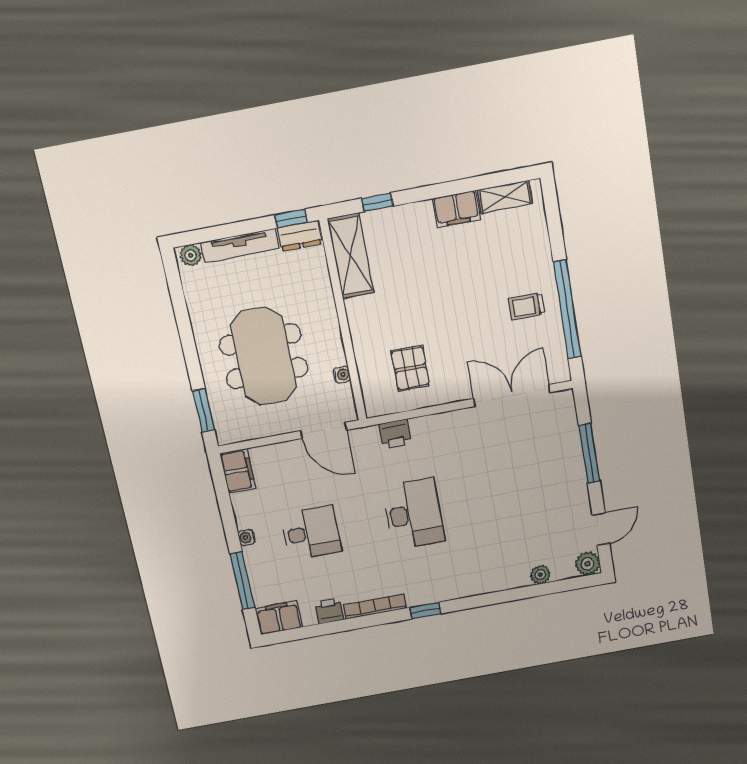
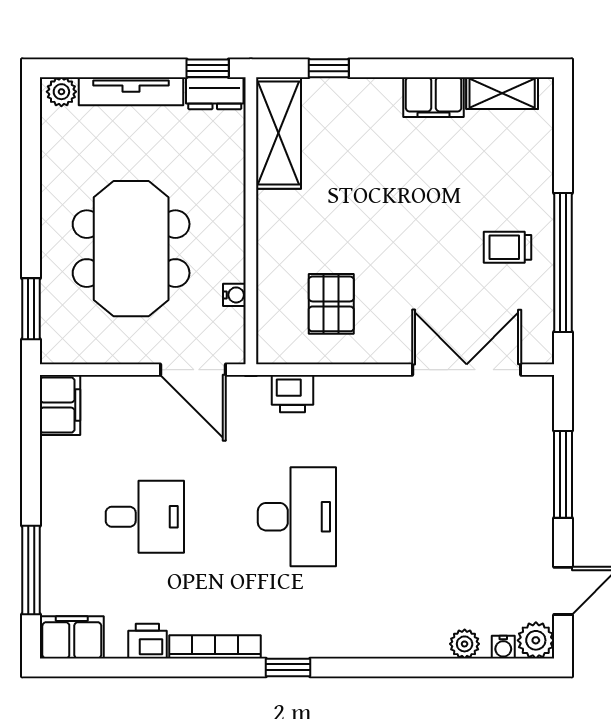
water cooler: (247, 537) -> (503, 647), moved, turned -90

